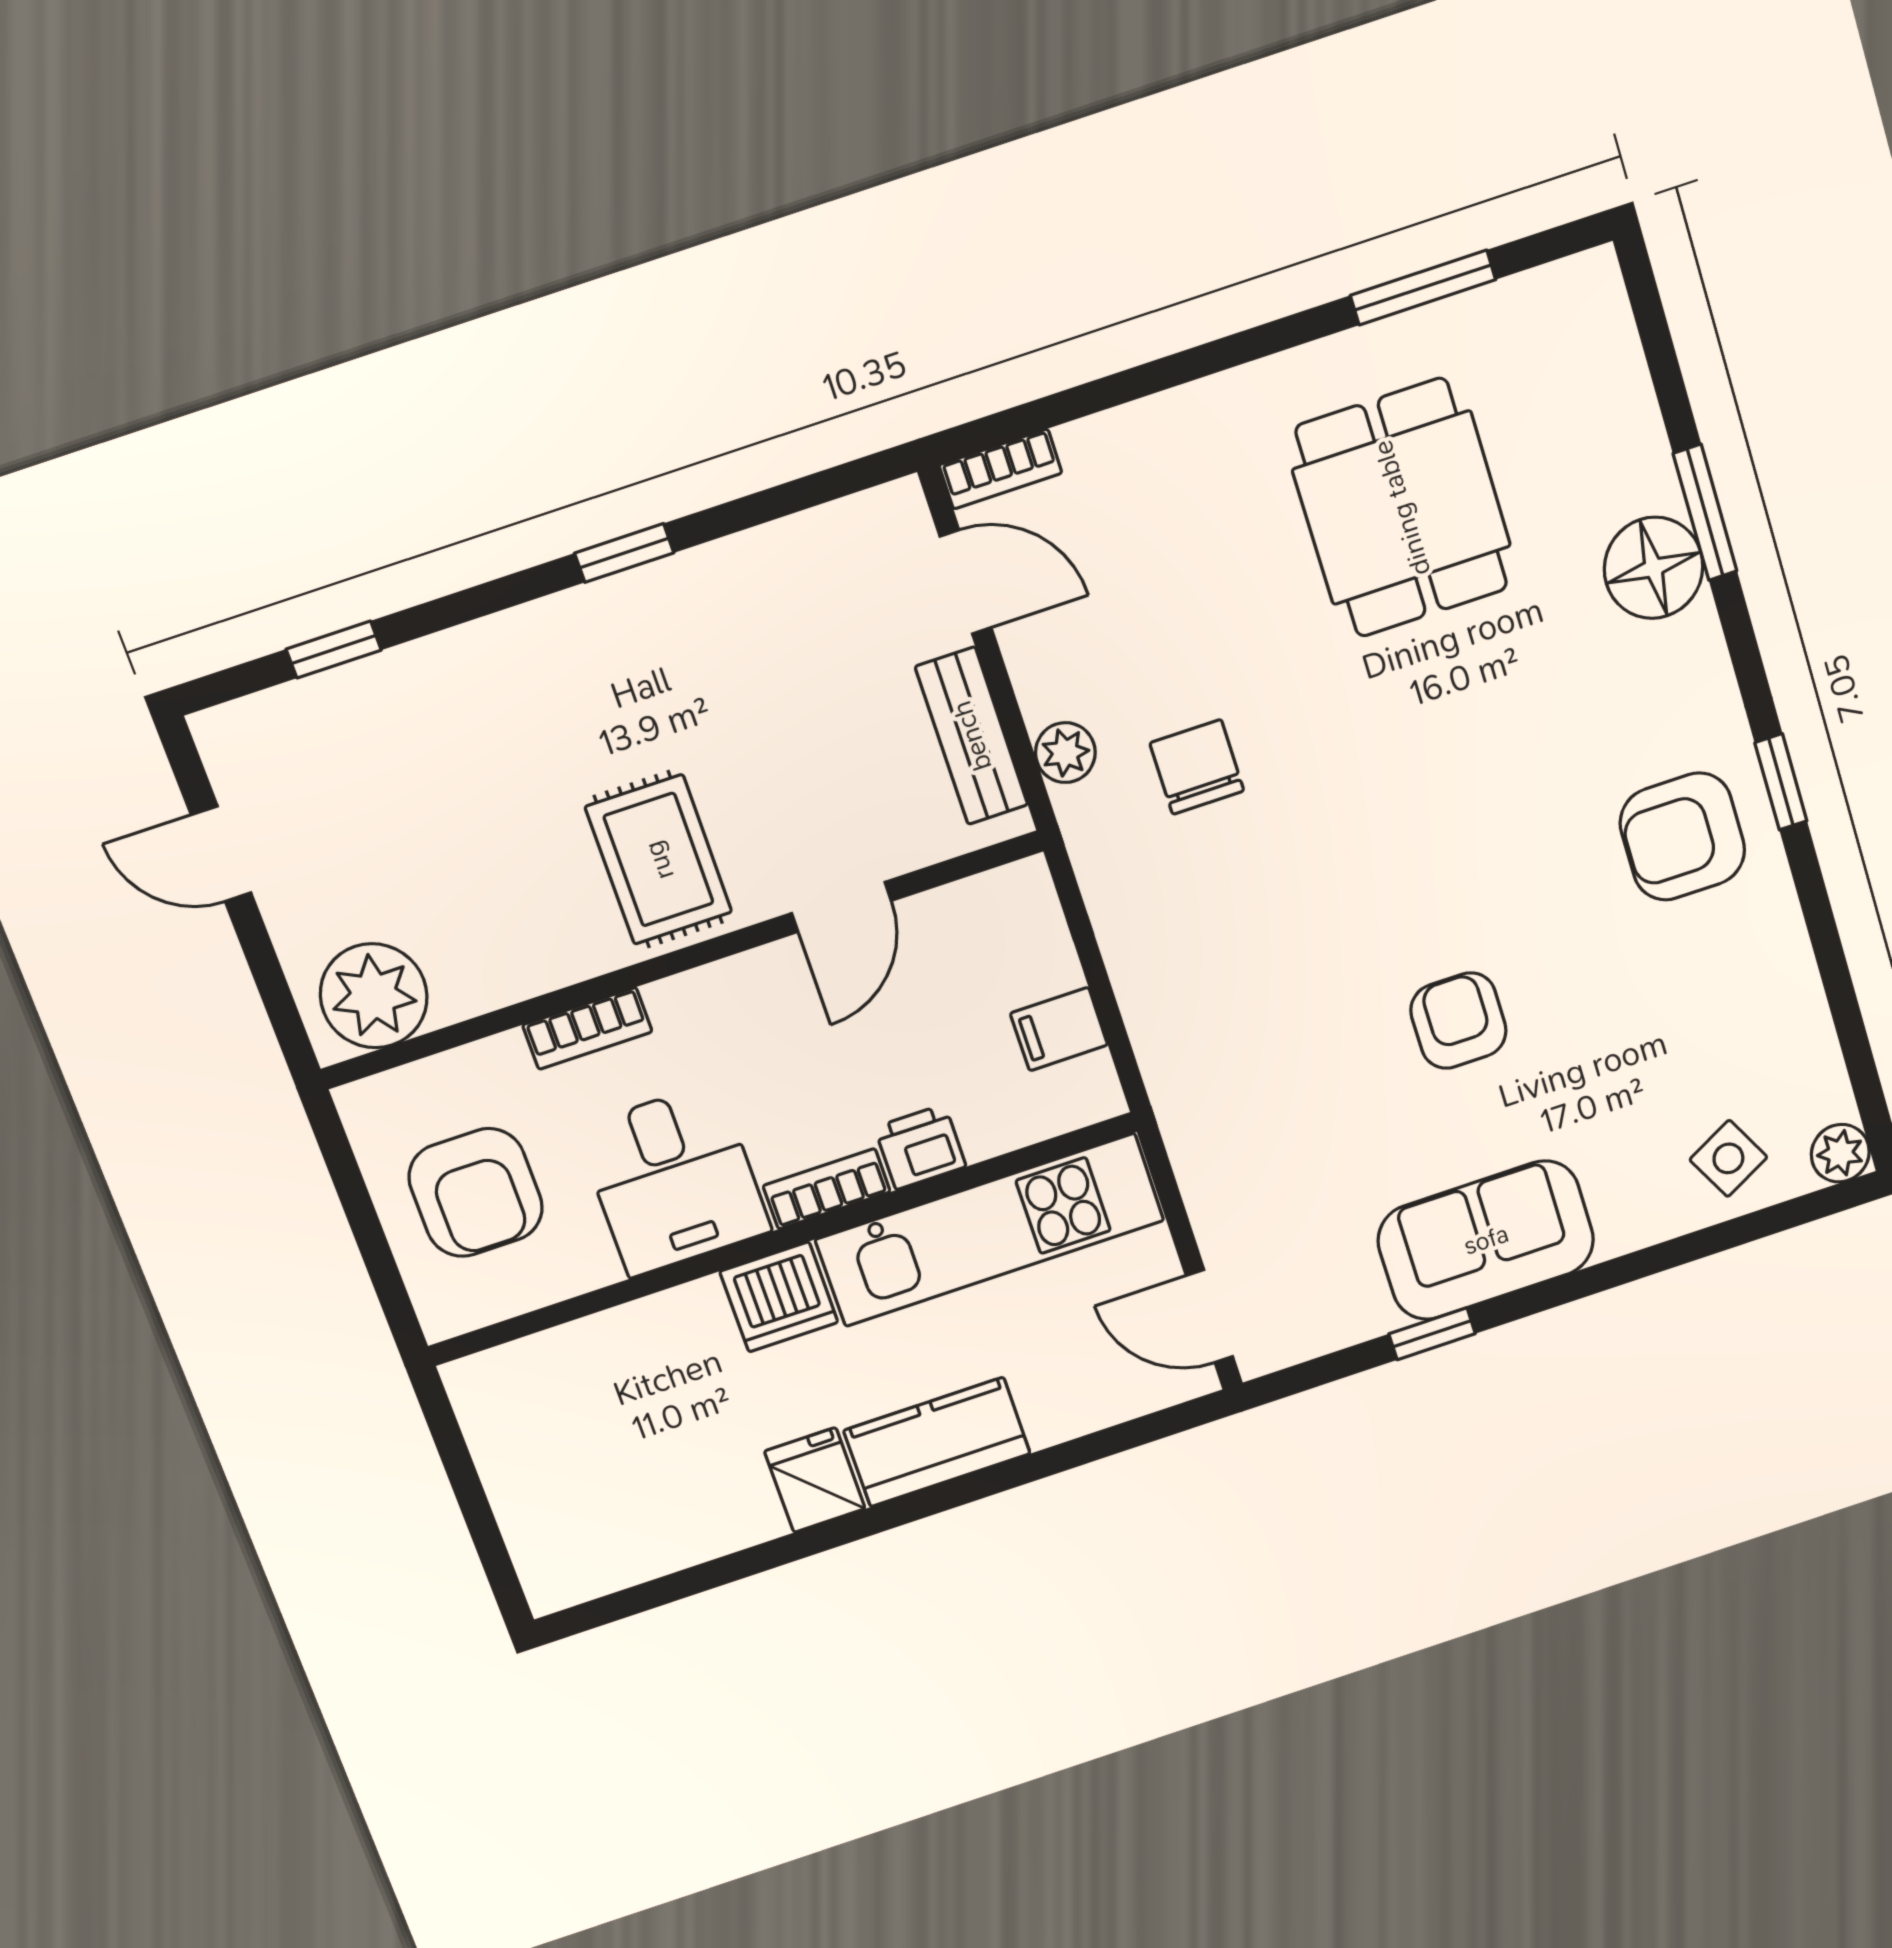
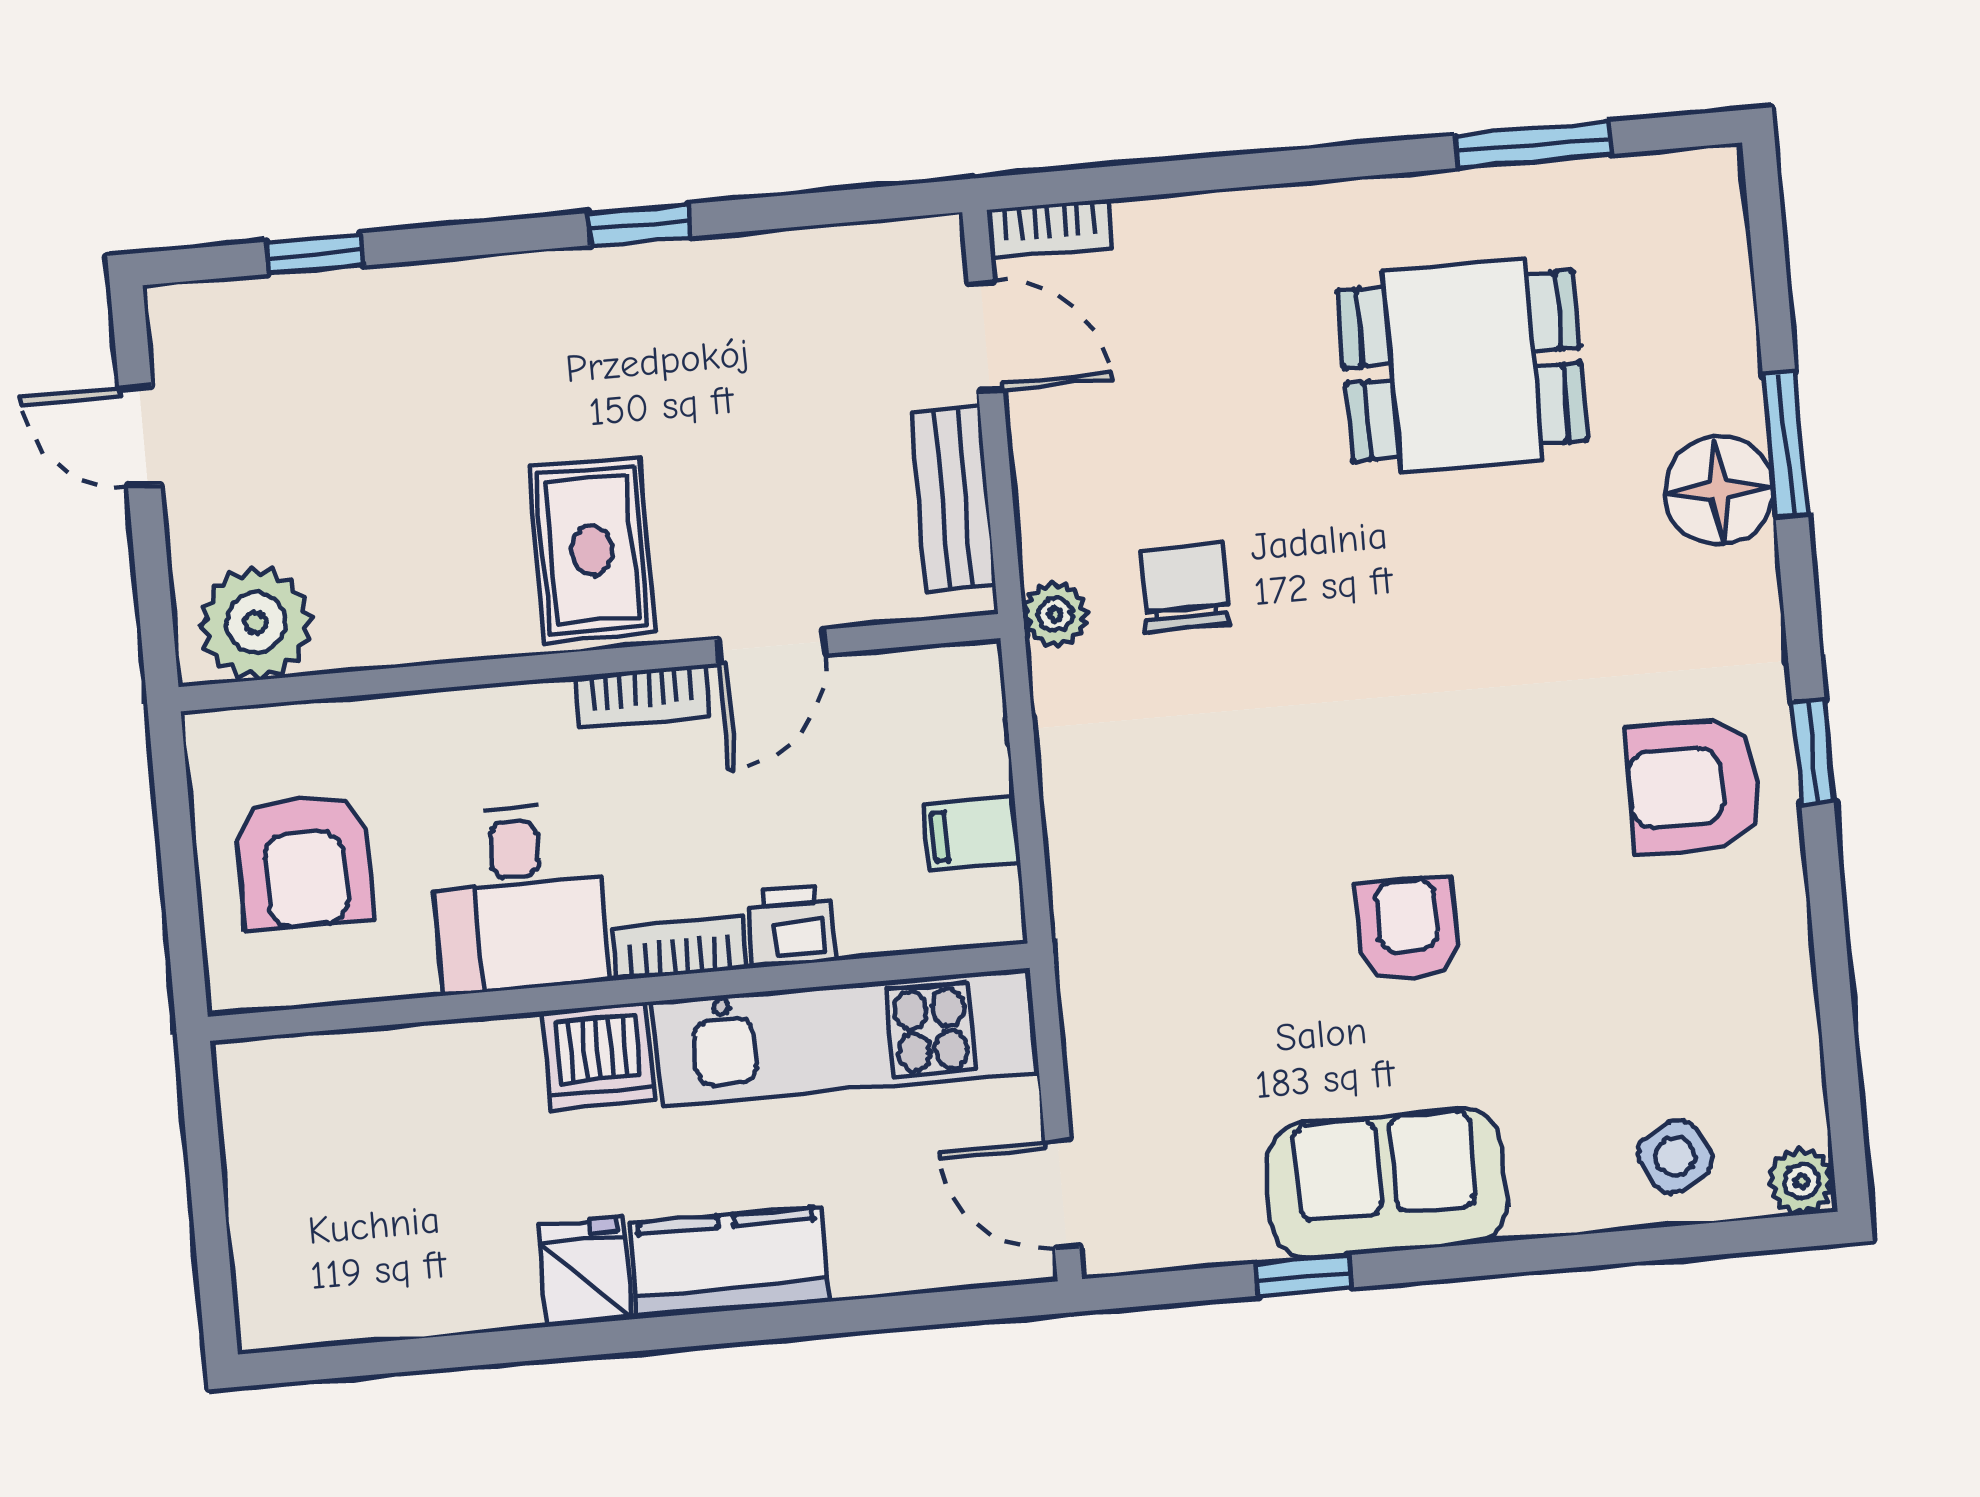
dining table: (1402, 508) -> (1462, 366), turned 90
plant: (1065, 753) -> (1055, 614), moved
bookcase: (587, 1028) -> (642, 696), moved

